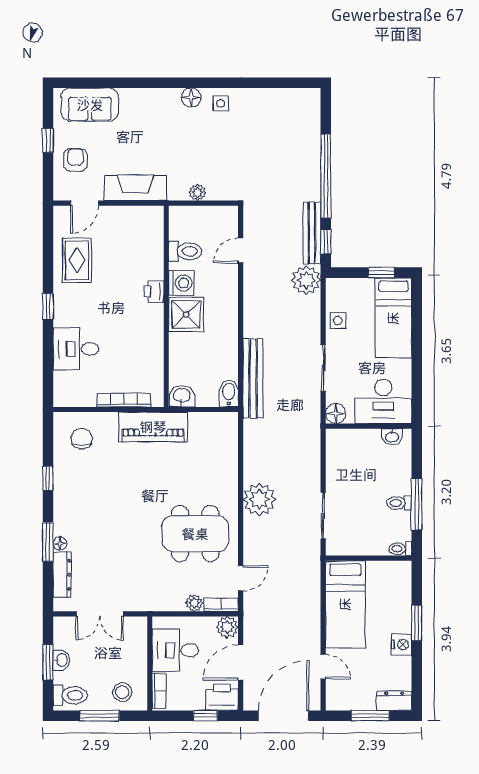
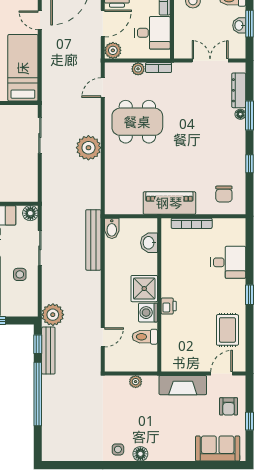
side table: (338, 321) -> (20, 274), moved
washbasin: (182, 396) -> (149, 243), moved, turned 90
bookcase: (221, 605) -> (159, 68), moved

